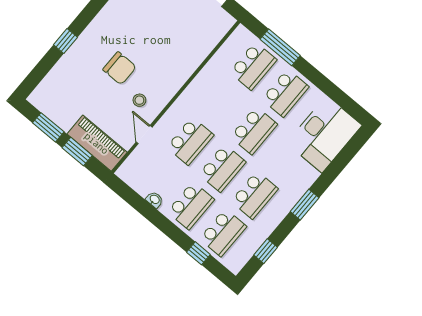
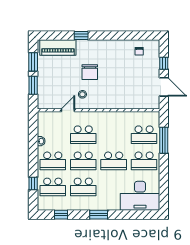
piano: (97, 143) -> (58, 47), moved, turned 90

